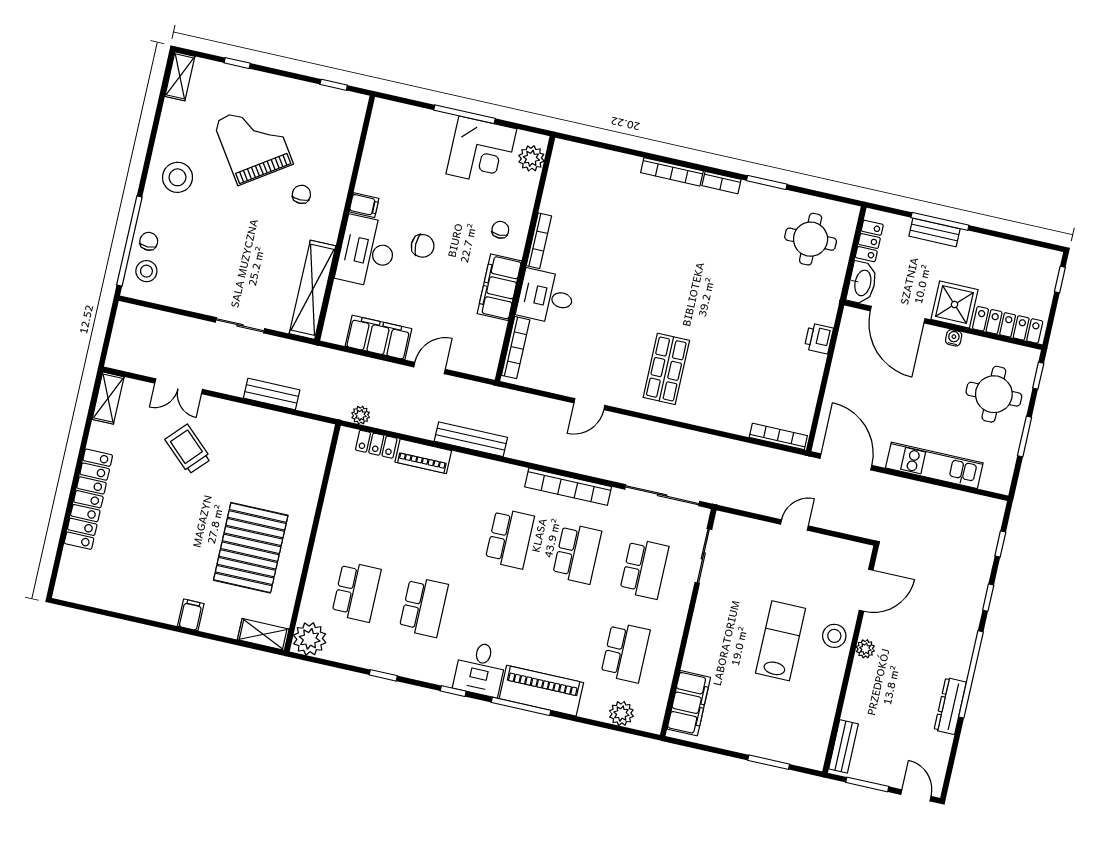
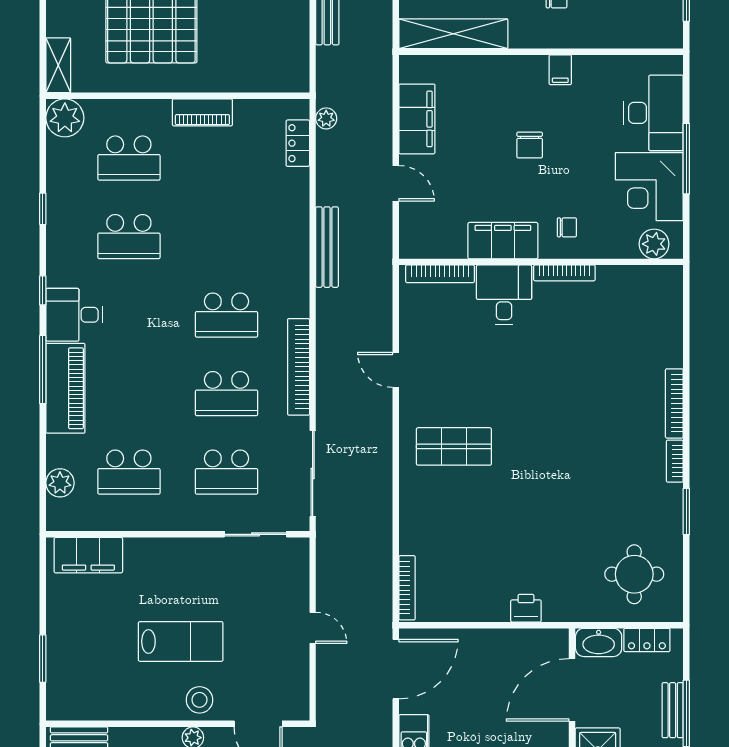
desk: (367, 252) -> (654, 113), moved, turned 90
piano: (423, 456) -> (202, 112), moved, turned -90

